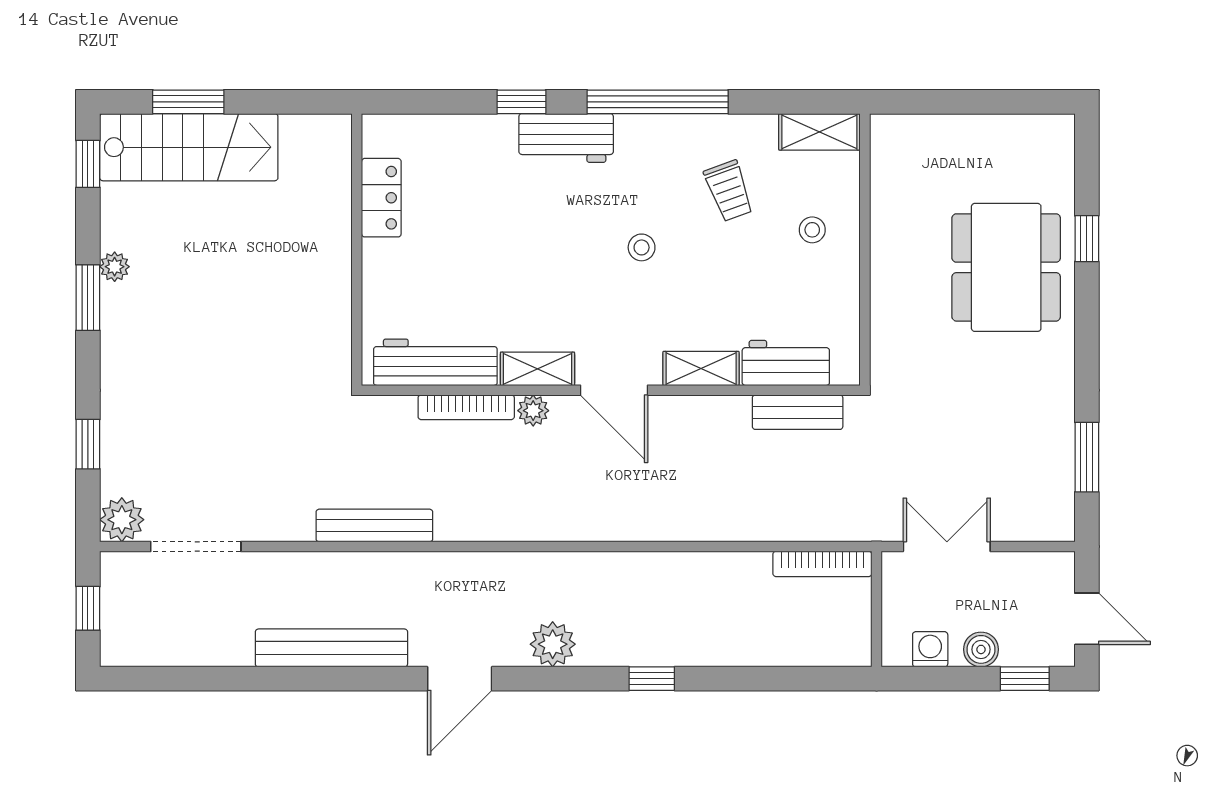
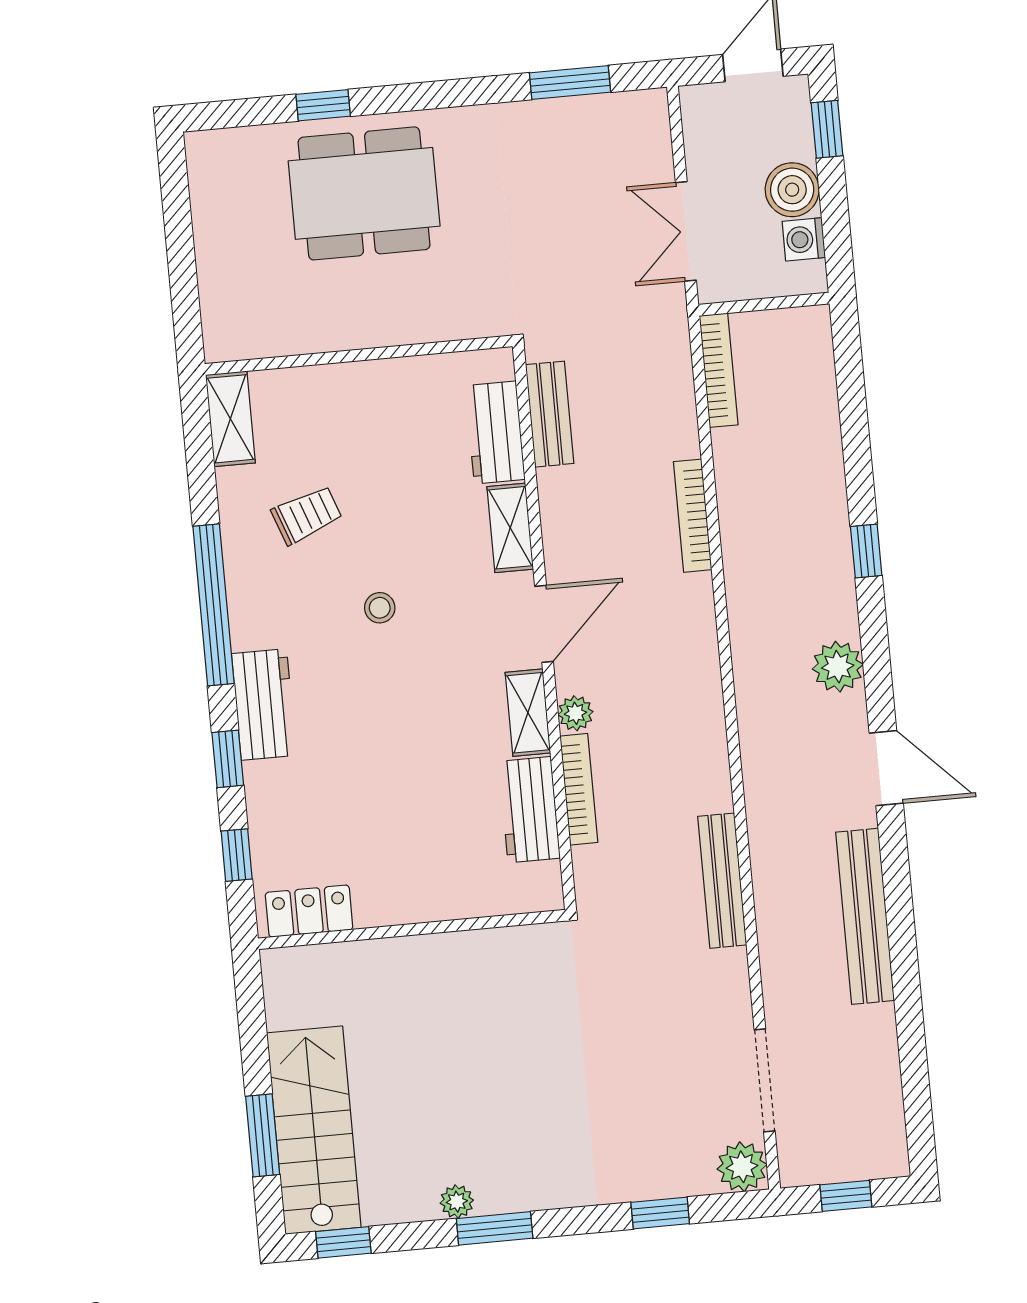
window: (436, 102) -> (237, 855), added
locker: (381, 198) -> (309, 911), moved
stool: (812, 230) -> (342, 417), removed
workbench: (435, 362) -> (529, 810), width x0.73
bookcase: (697, 529) -> (693, 516), added
boiler: (981, 649) -> (792, 190), width x1.36, depth x1.36

